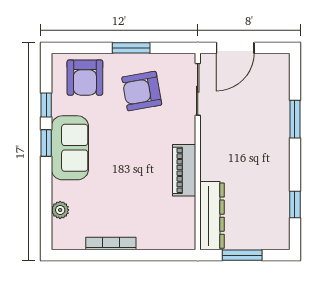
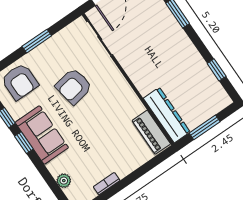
armchair: (142, 91) -> (74, 86), moved
piano: (184, 170) -> (151, 132), moved
bookcase: (111, 243) -> (107, 184), width x0.64

